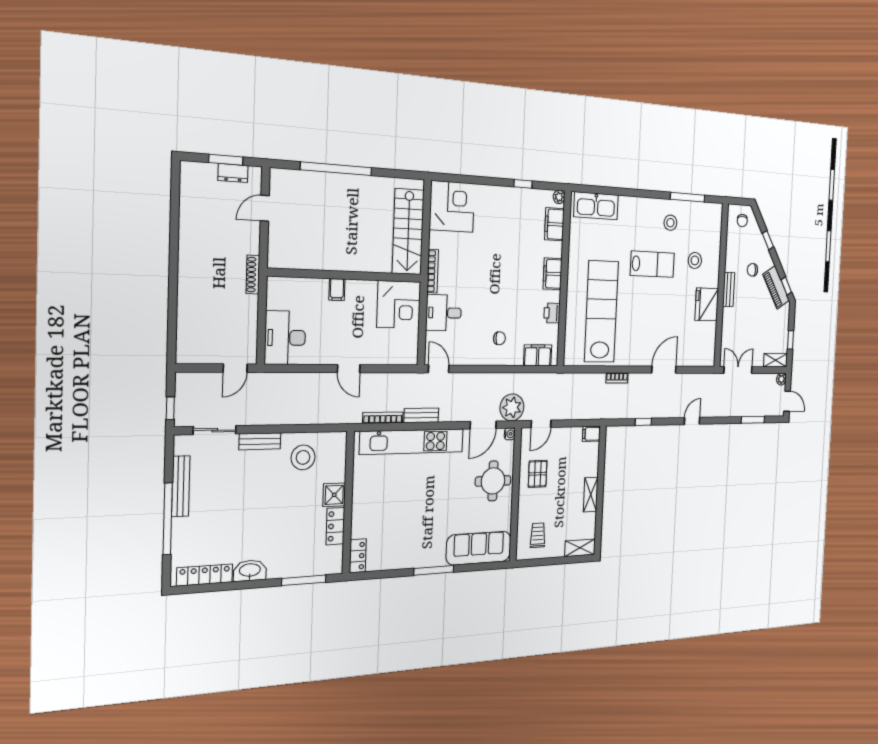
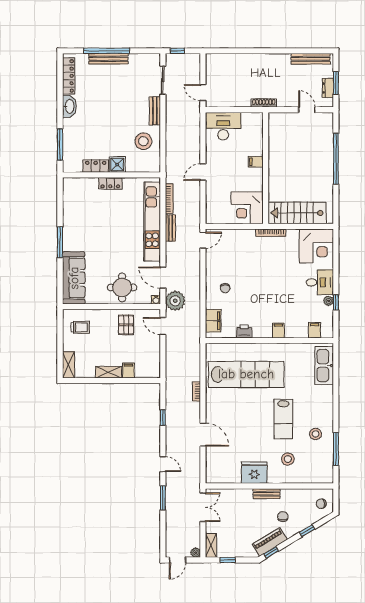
bench: (188, 197) -> (311, 59), added
plant: (559, 197) -> (329, 301), moved
filing cabinet: (554, 224) -> (315, 330), width x0.50
filing cabinet: (553, 274) -> (278, 330), width x0.50
desk: (444, 313) -> (320, 282), moved, turned 90
window: (753, 420) -> (163, 498), moved
filing cabinet: (591, 434) -> (128, 370), moved
pallet: (538, 474) -> (126, 325), turned 90
bench: (181, 486) -> (108, 59), moved
locker: (358, 556) -> (110, 183), moved

